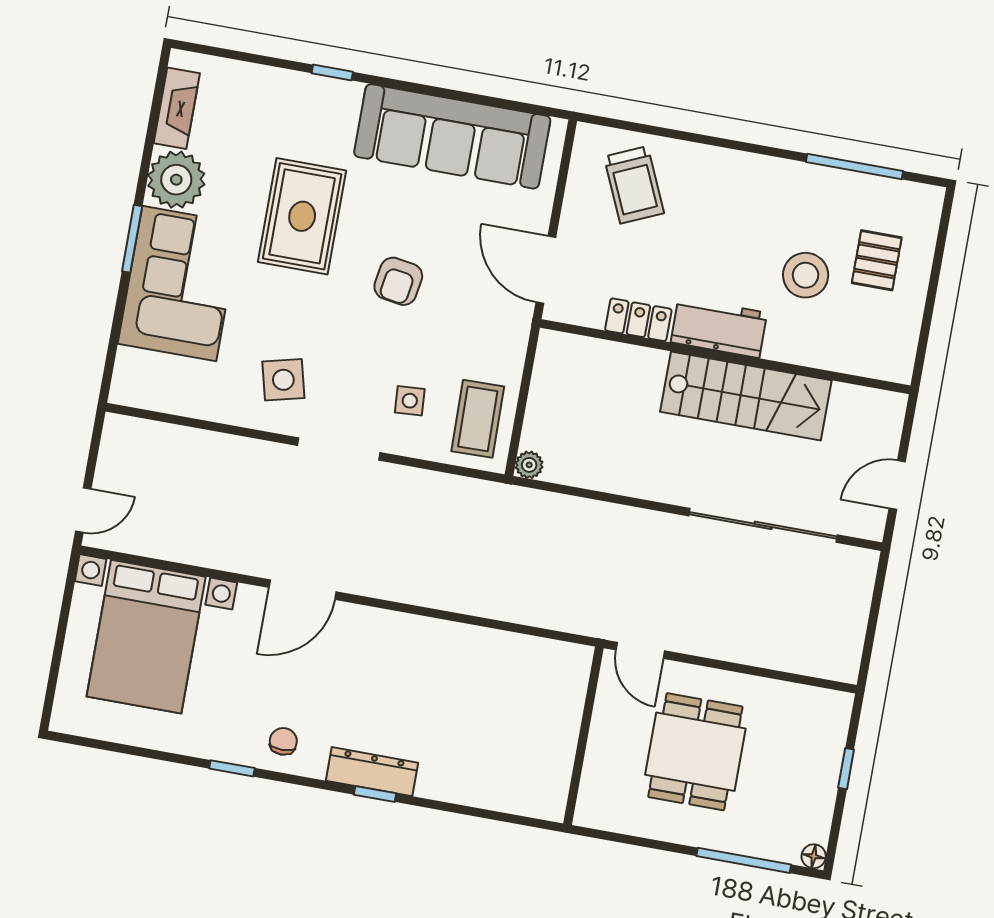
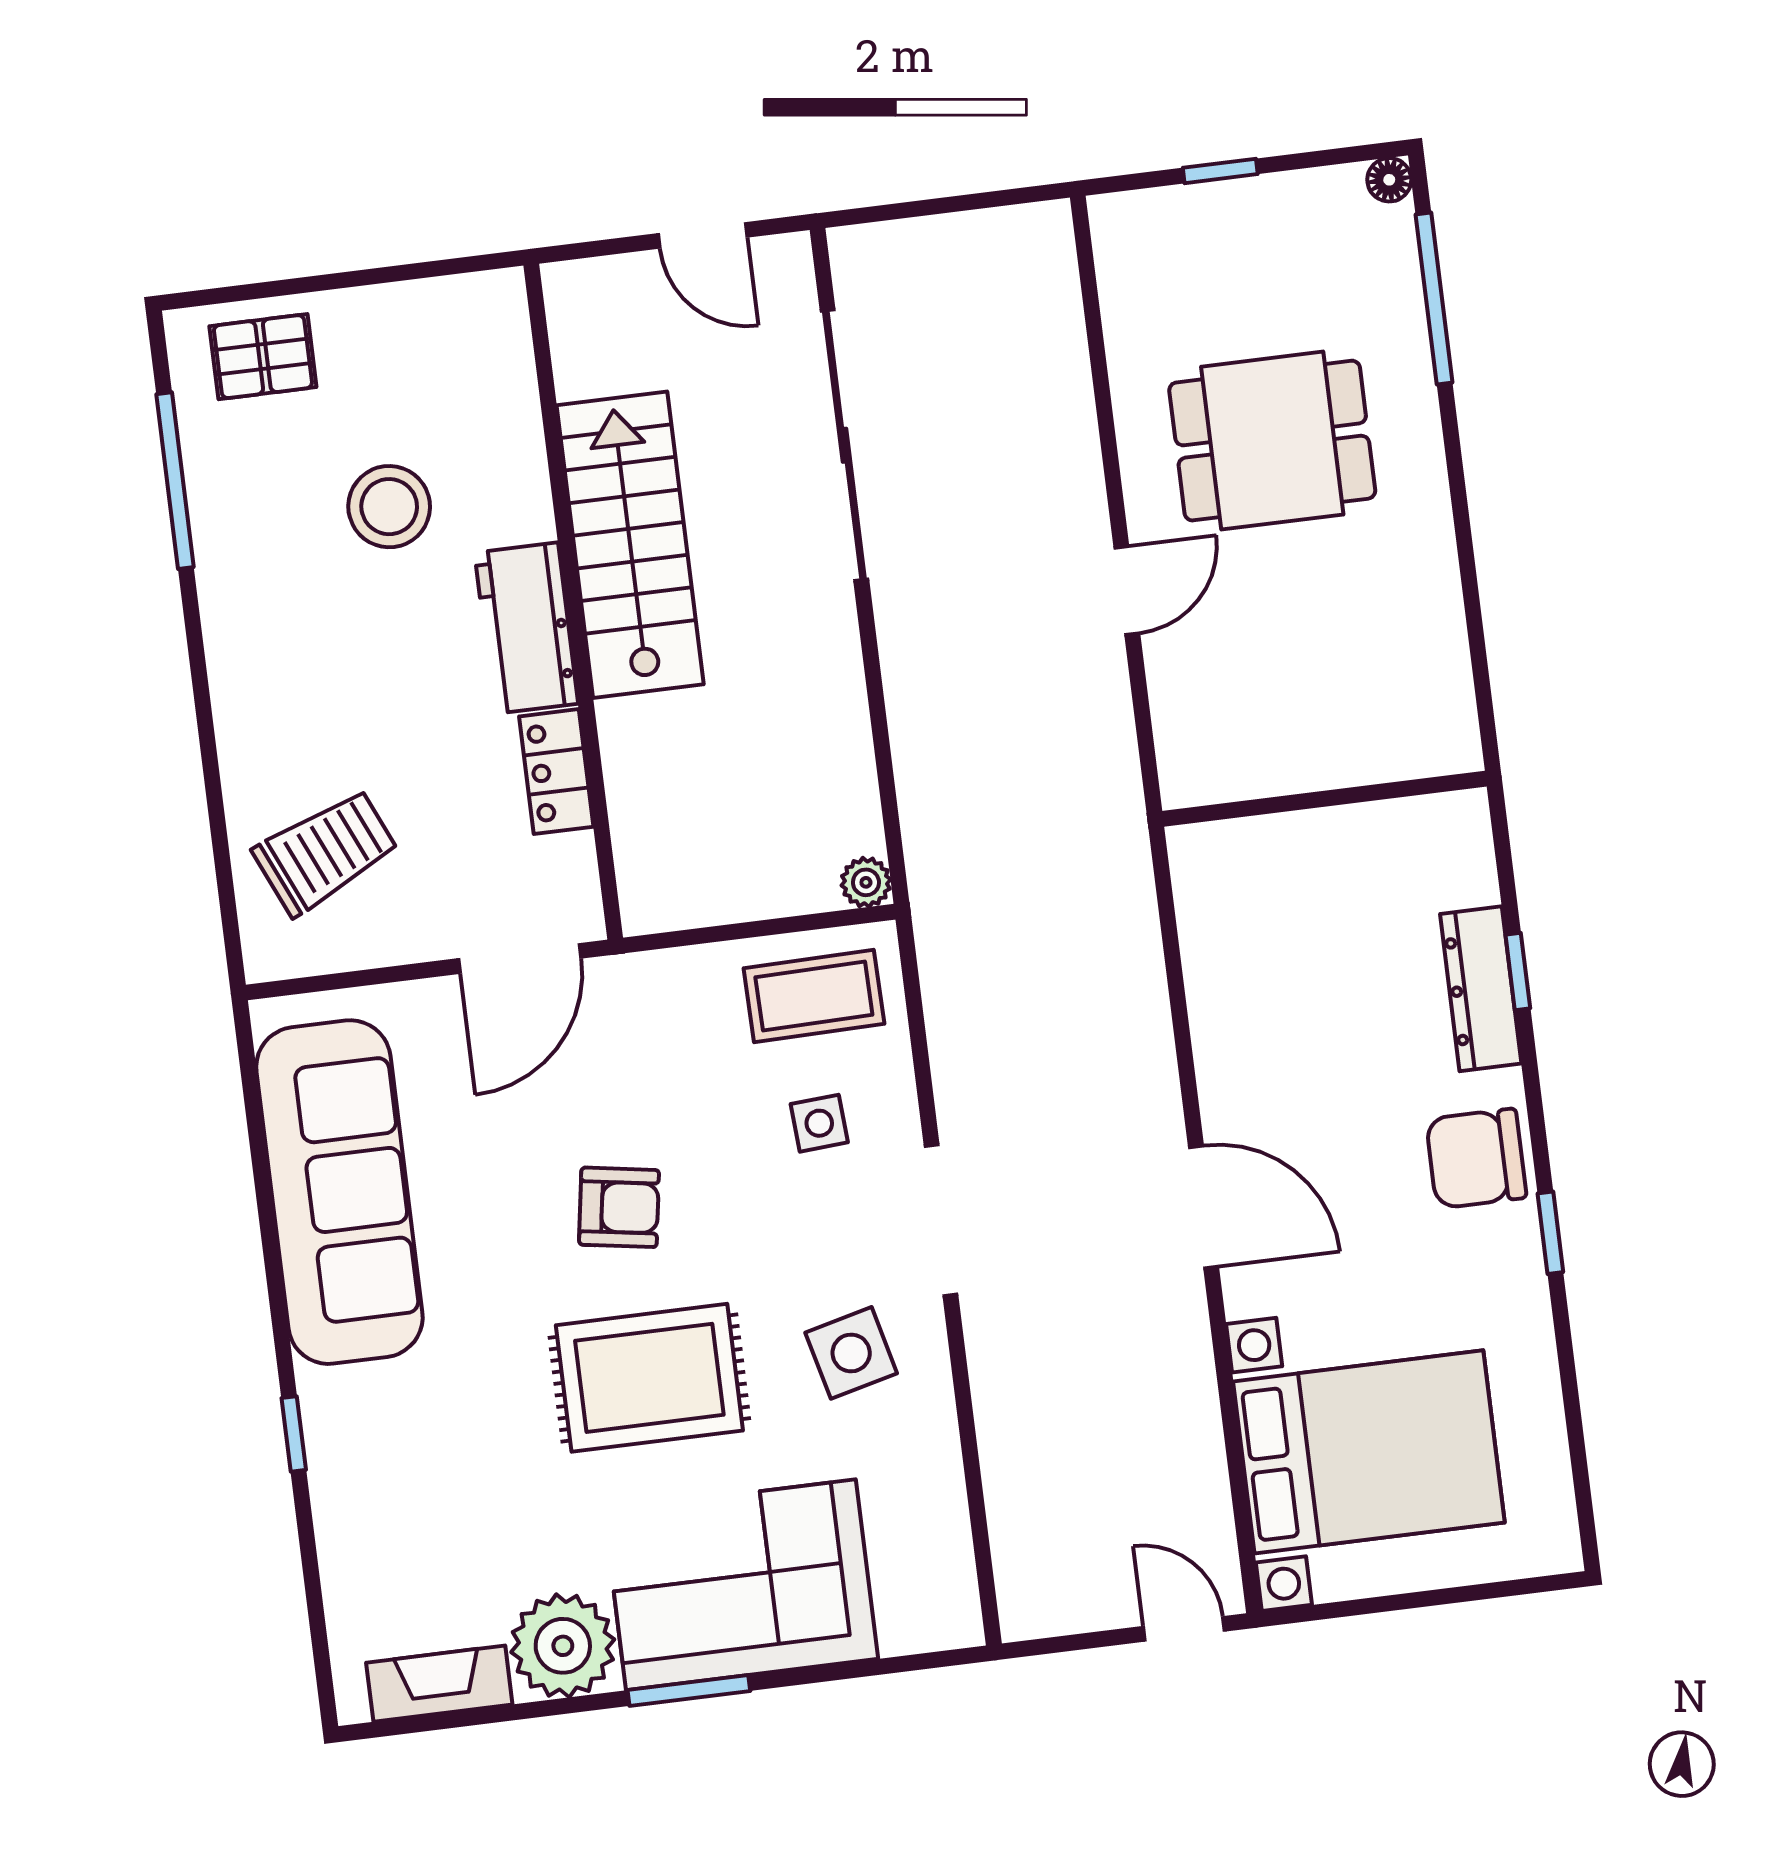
rug: (302, 216) -> (649, 1378), moved
pallet: (877, 260) -> (263, 357), moved
wall: (583, 736) -> (1325, 799), moved
chair: (283, 741) -> (1476, 1158), width x1.87, depth x1.87

